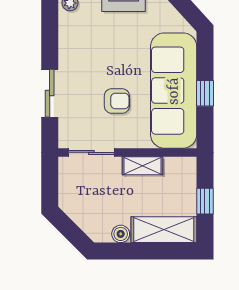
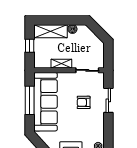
window: (205, 93) -> (30, 100), width x2.17
armchair: (117, 101) -> (84, 102), moved

